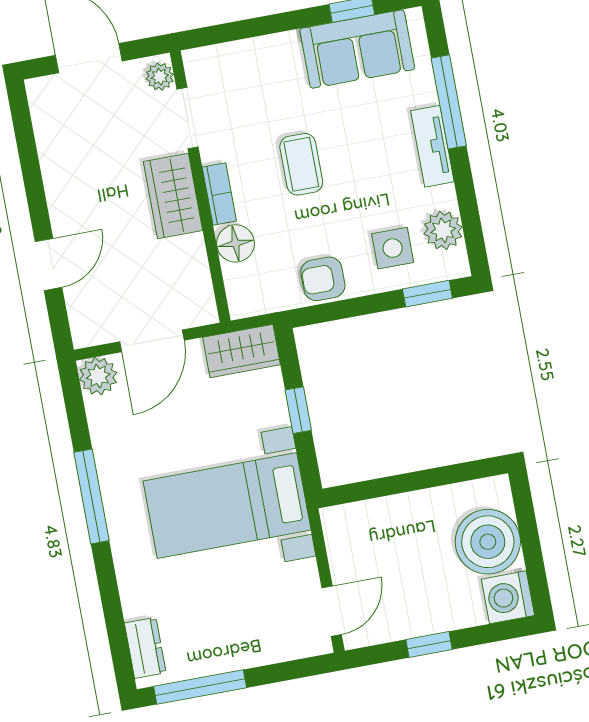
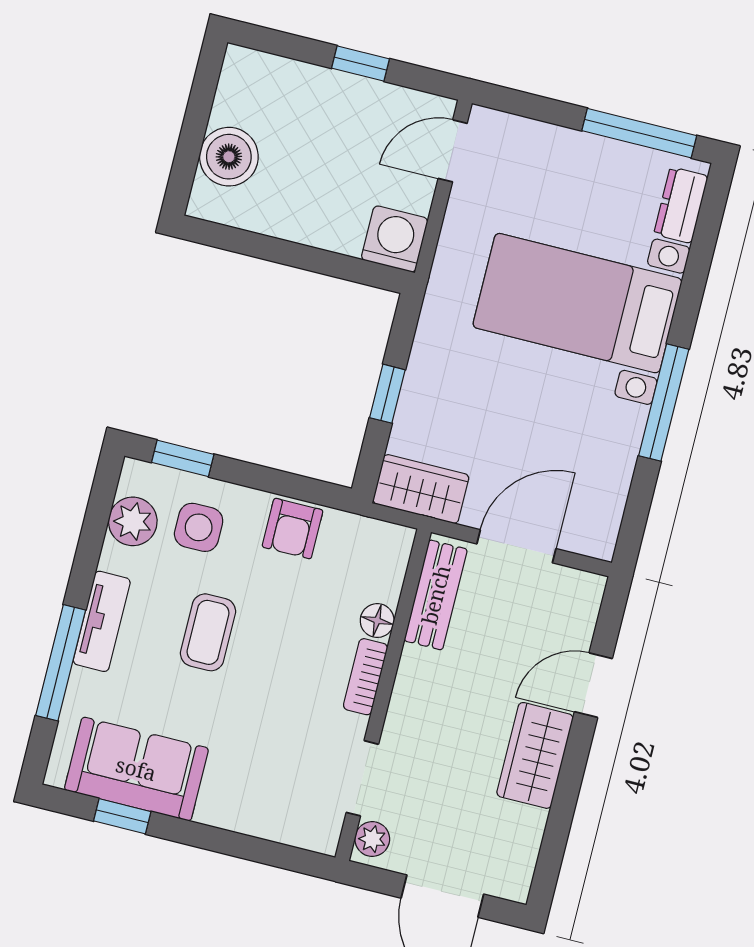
coffee table: (301, 164) -> (208, 632), moved
wardrobe: (173, 196) -> (535, 755), moved, turned 180
floor lamp: (236, 243) -> (377, 621), width x0.73, depth x0.73
bench: (195, 278) -> (436, 595), added
armchair: (323, 279) -> (293, 529), turned 90
plant: (98, 376) -> (595, 534), removed
bed with nightstands: (227, 505) -> (577, 303), moved, turned 180
boiler: (488, 542) -> (229, 157), width x0.73, depth x0.73
washing machine: (508, 597) -> (395, 239), moved, turned -90

